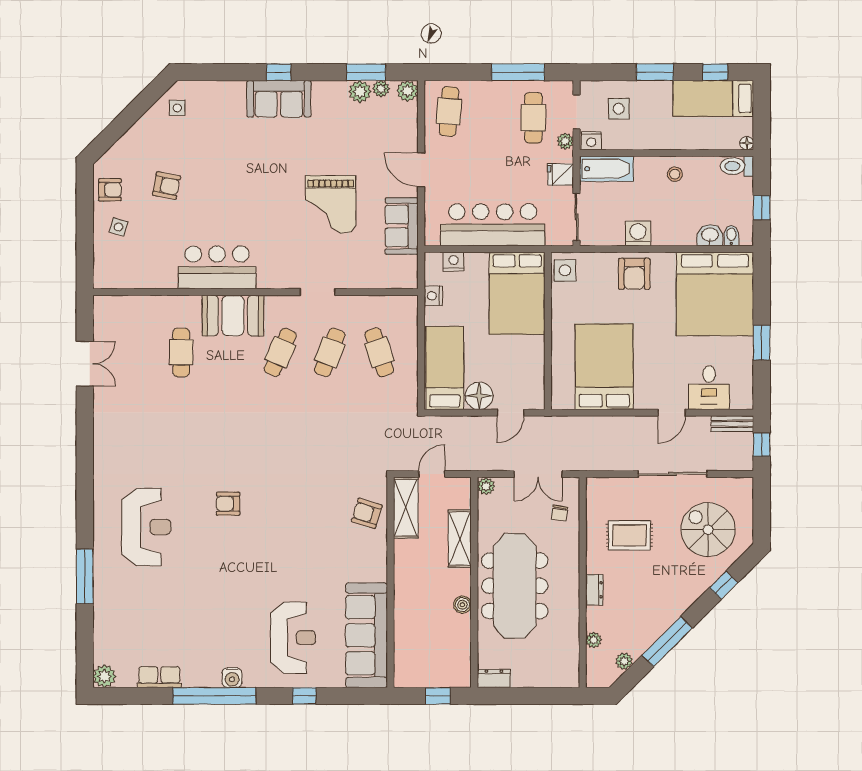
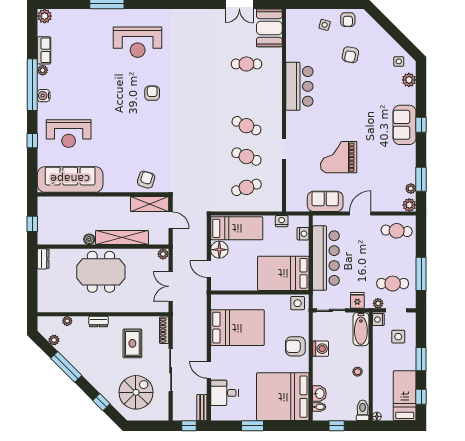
plant: (360, 92) -> (409, 80), moved
booth: (233, 316) -> (269, 28), moved
shoe rack: (608, 484) -> (164, 330), added
chair: (560, 513) -> (146, 300), removed
shelving: (460, 539) -> (122, 238), width x1.47
meeting table: (515, 586) -> (101, 272), width x0.73
plant: (191, 679) -> (43, 70), added

